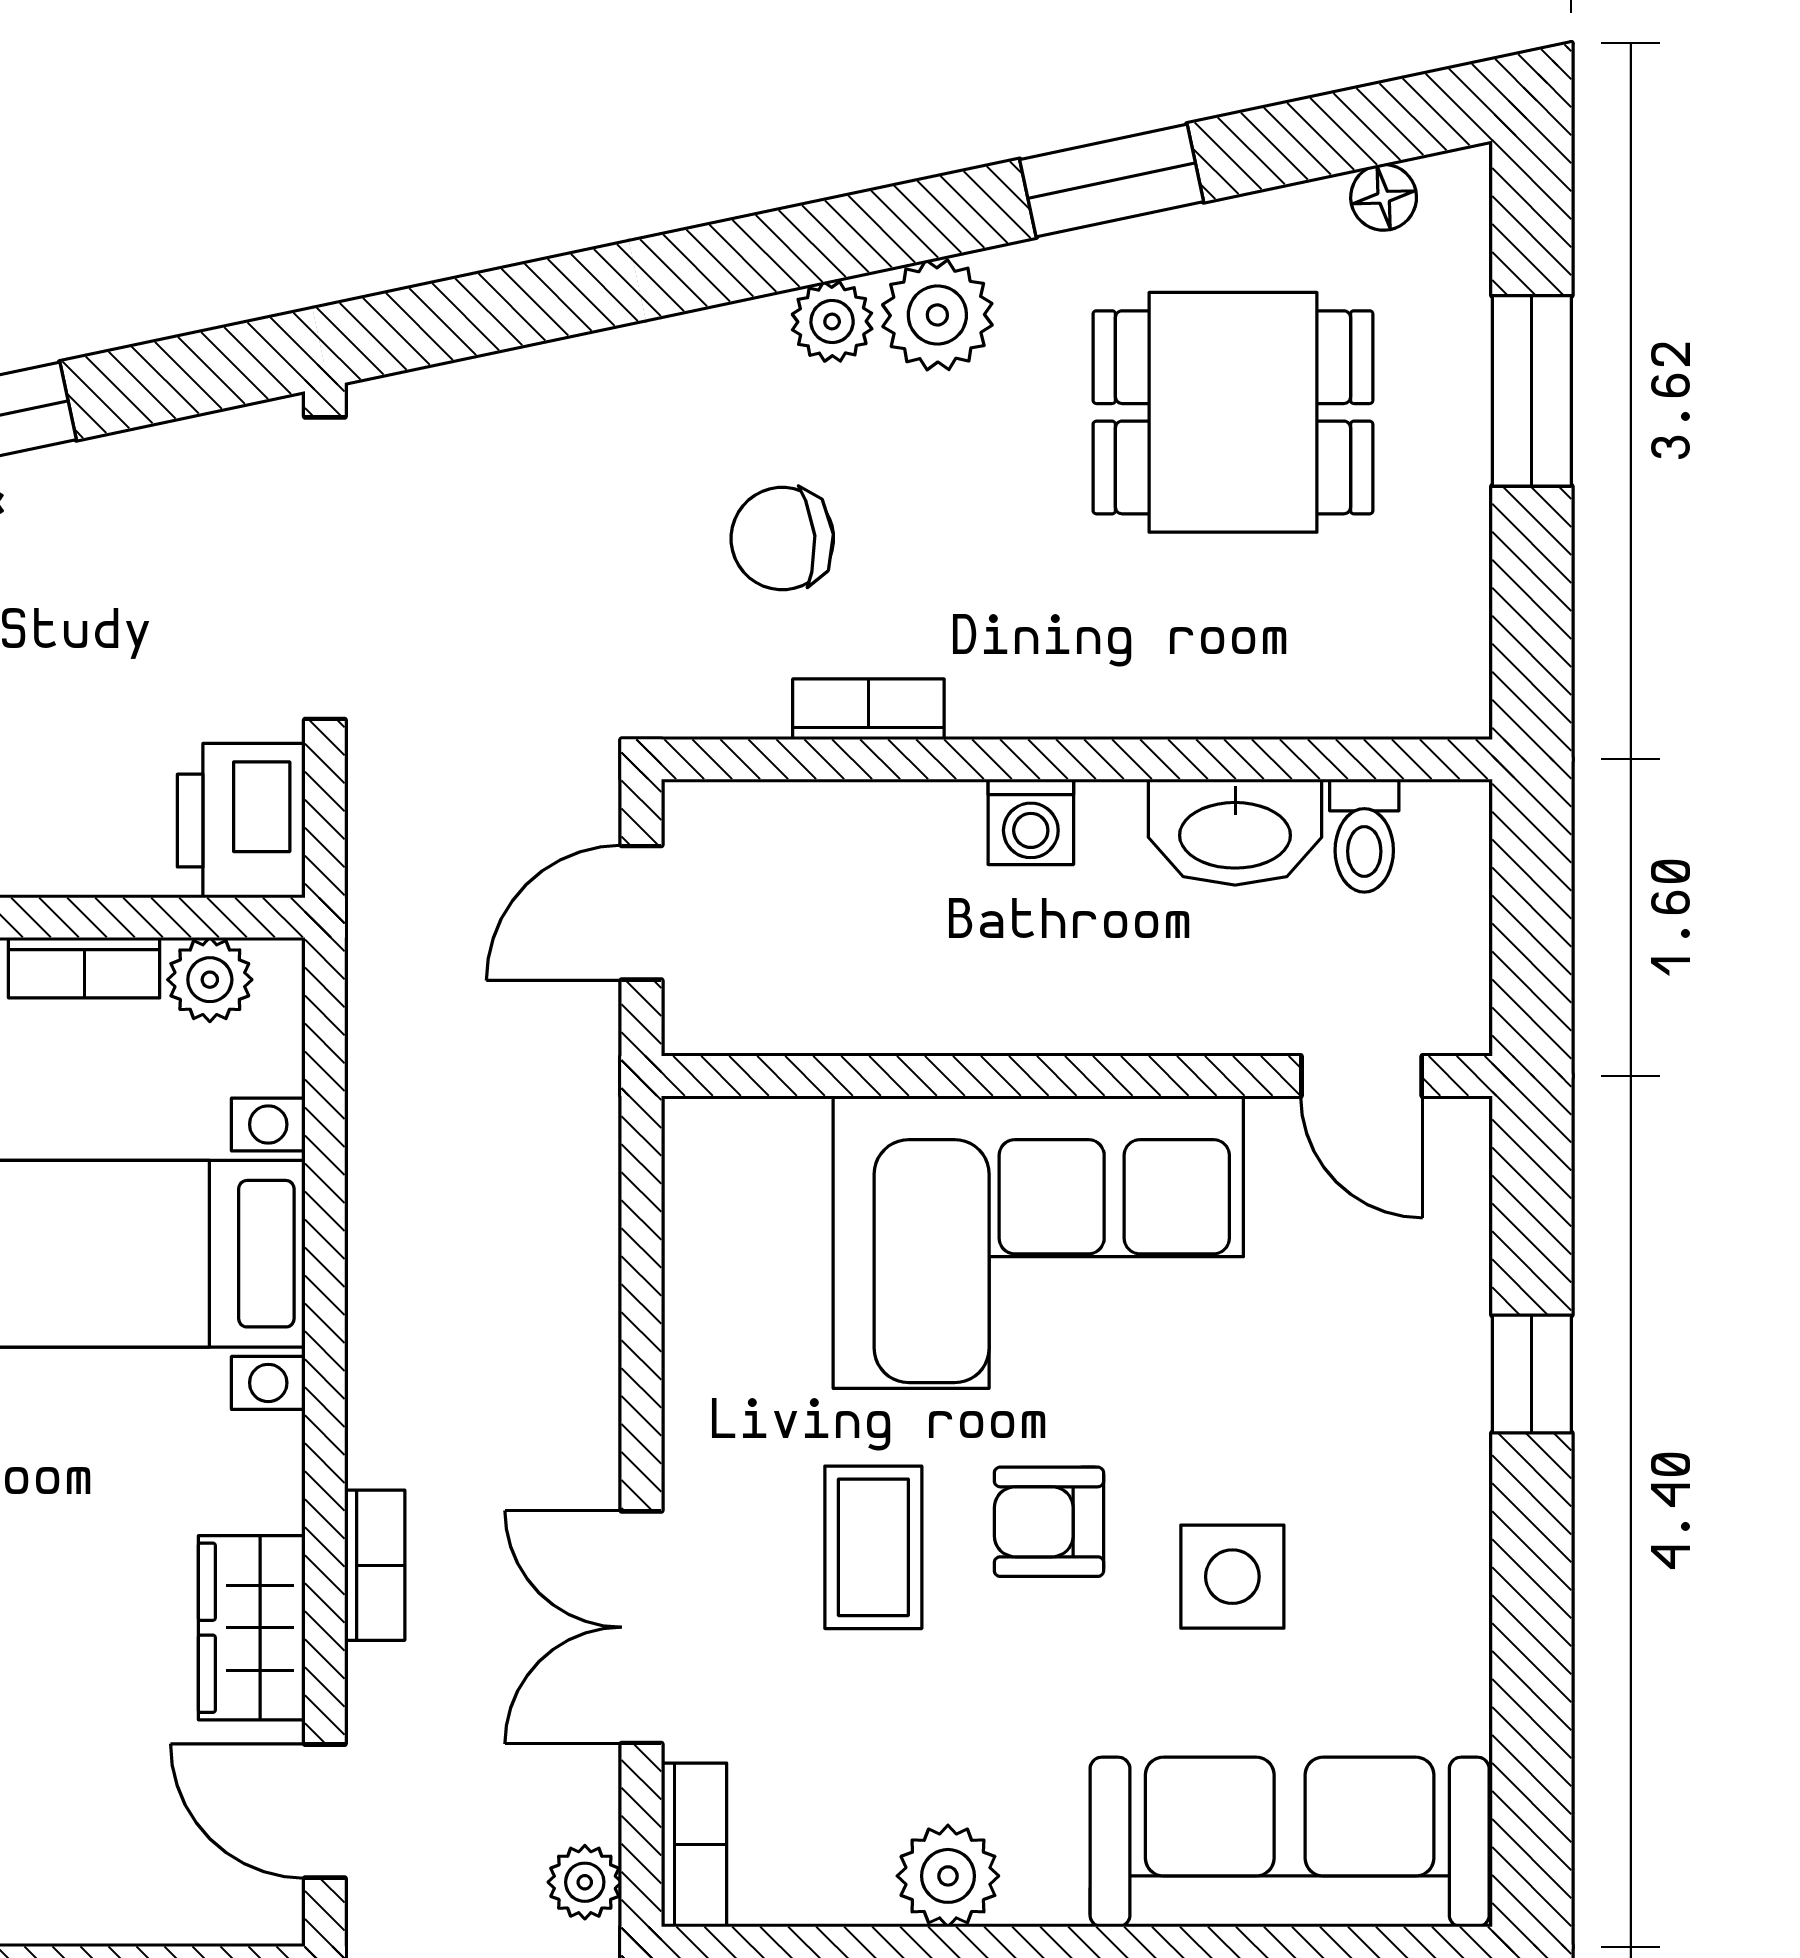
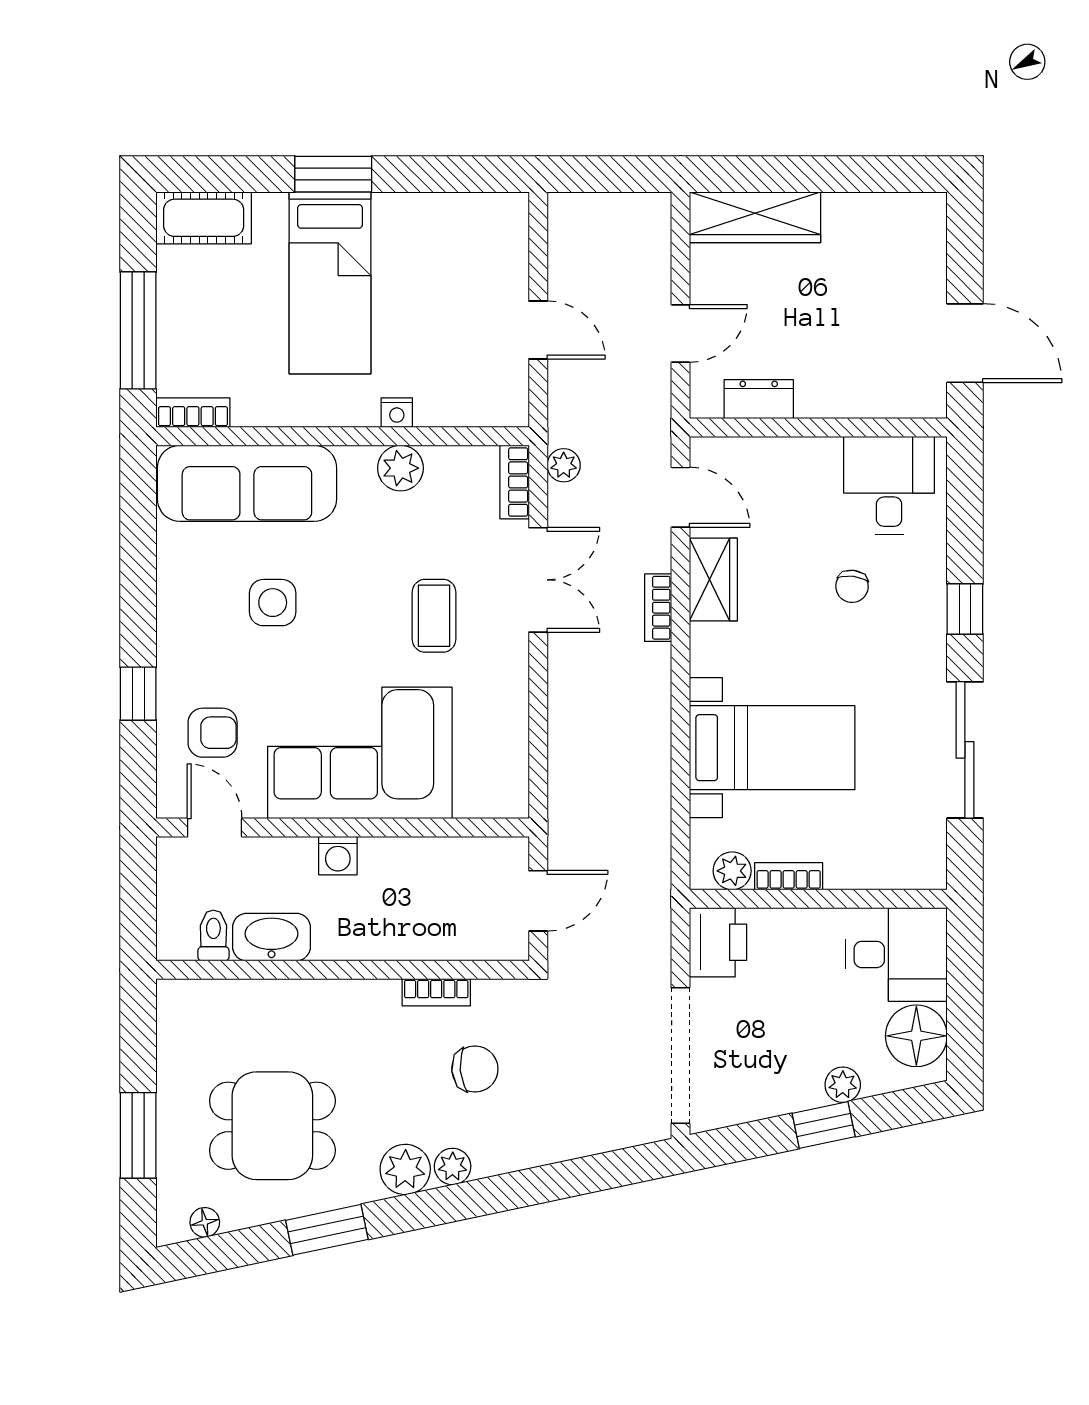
washing machine: (1031, 822) -> (338, 856), moved, turned 180
armchair: (1049, 1522) -> (213, 733), moved

